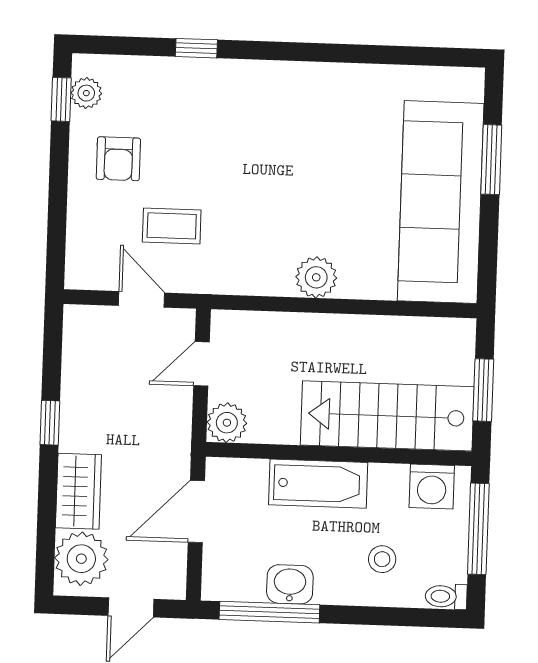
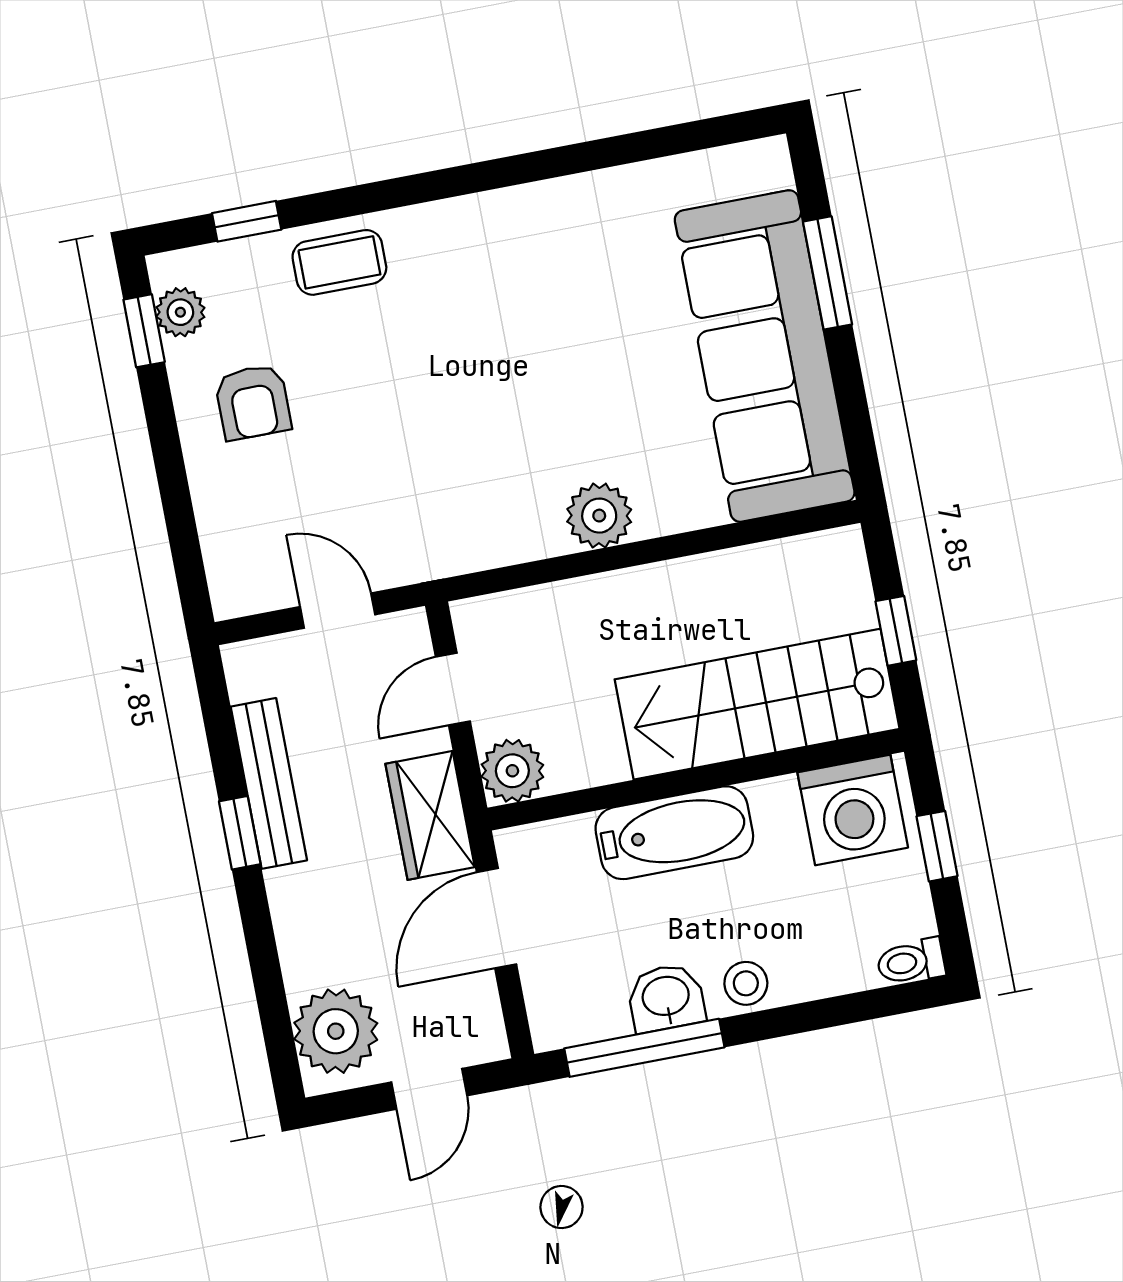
window: (196, 48) -> (247, 221), moved
coffee table: (172, 226) -> (339, 262), moved
window: (483, 390) -> (896, 631), width x0.67
bench: (75, 396) -> (269, 783), added
washing machine: (432, 486) -> (853, 810), width x1.37, depth x1.37
wardrobe: (78, 491) -> (430, 815), moved, turned 180
window: (478, 529) -> (937, 846), width x0.46
stool: (382, 559) -> (746, 983), moved

